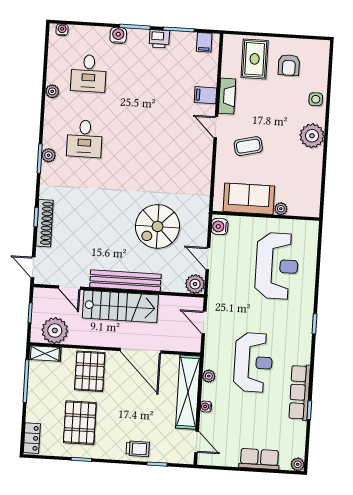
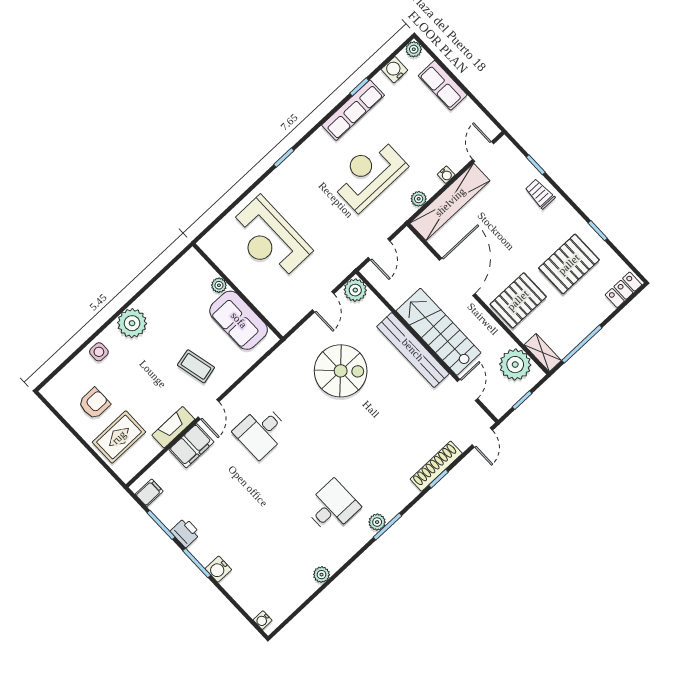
desk: (89, 73) -> (261, 432), moved, turned 180
filing cabinet: (205, 95) -> (191, 446), width x2.00
water cooler: (220, 226) -> (394, 70), moved, turned 180
reception desk: (277, 266) -> (269, 239), turned -90

